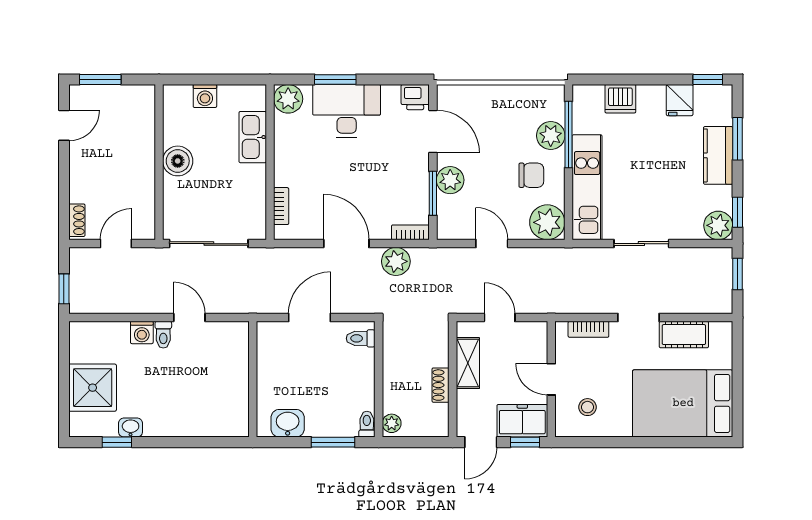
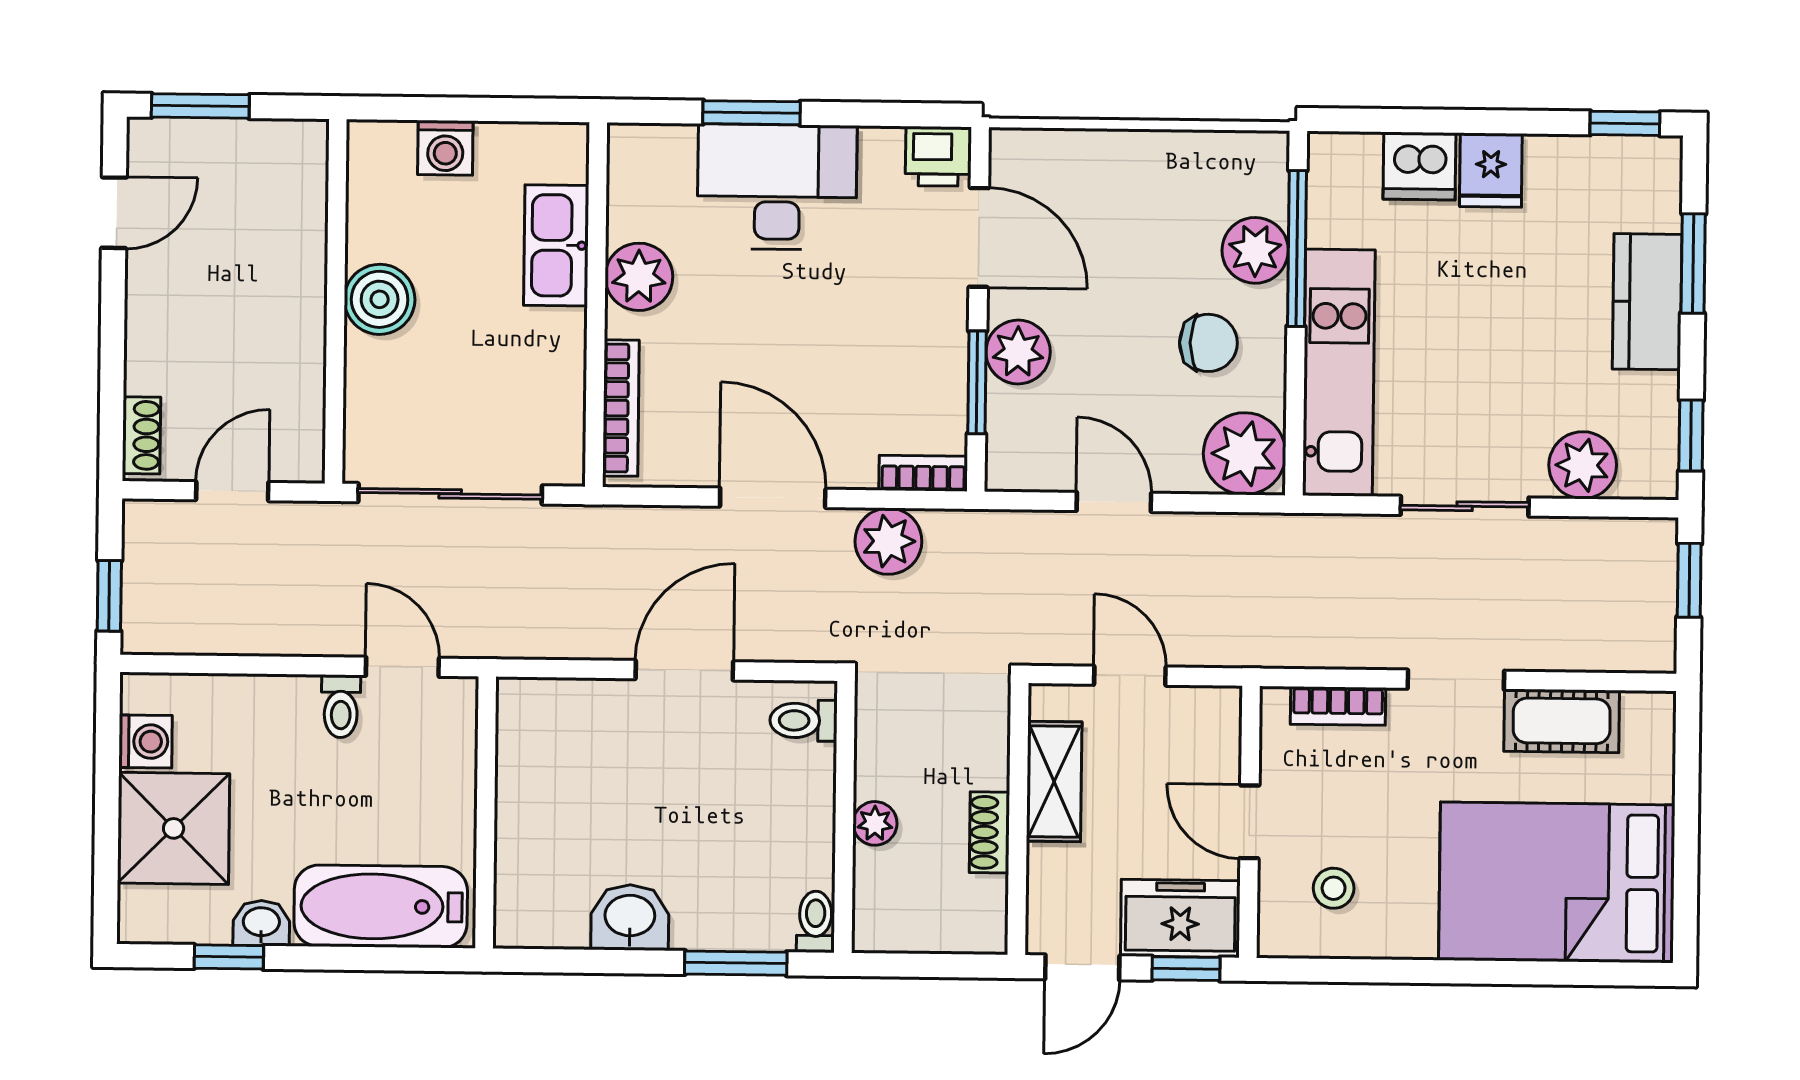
plant: (288, 99) -> (639, 277), moved
fridge: (680, 100) -> (1491, 170), moved
bookcase: (281, 206) -> (621, 408), width x1.56
plant: (718, 225) -> (1583, 465), moved
washing machine: (142, 332) -> (145, 742), moved, turned -90
wall: (253, 379) -> (486, 812), moved
bathtub: (181, 420) -> (381, 906), added
plant: (392, 423) -> (875, 823), moved

